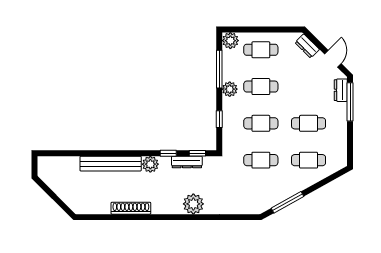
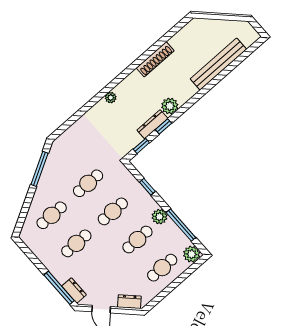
dresser: (187, 162) -> (152, 124), moved
bench: (111, 164) -> (218, 64), moved
plant: (193, 204) -> (111, 98), width x0.53, depth x0.53

